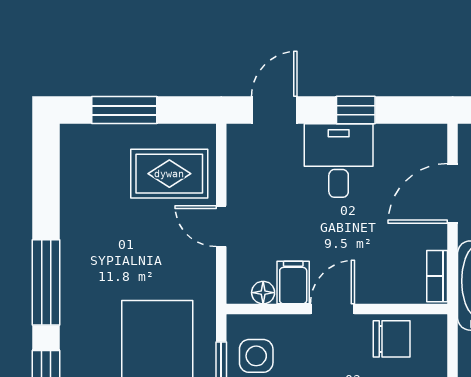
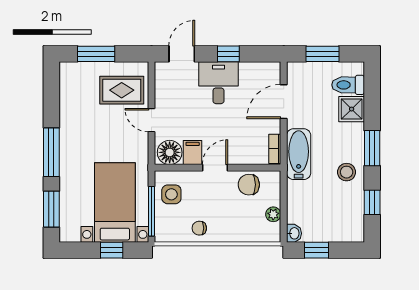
floor lamp: (263, 293) -> (170, 152), width x1.89, depth x1.89
chair: (392, 339) -> (249, 185), turned 180

